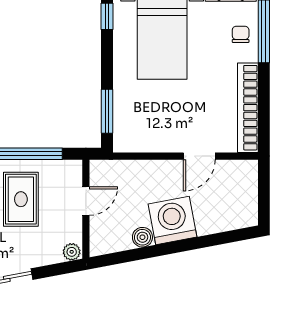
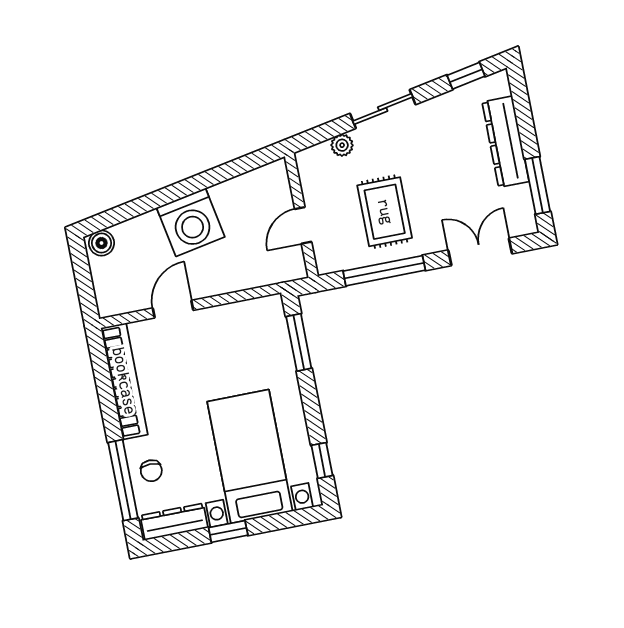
boiler: (142, 237) -> (102, 243), moved
plant: (72, 252) -> (342, 145), moved

